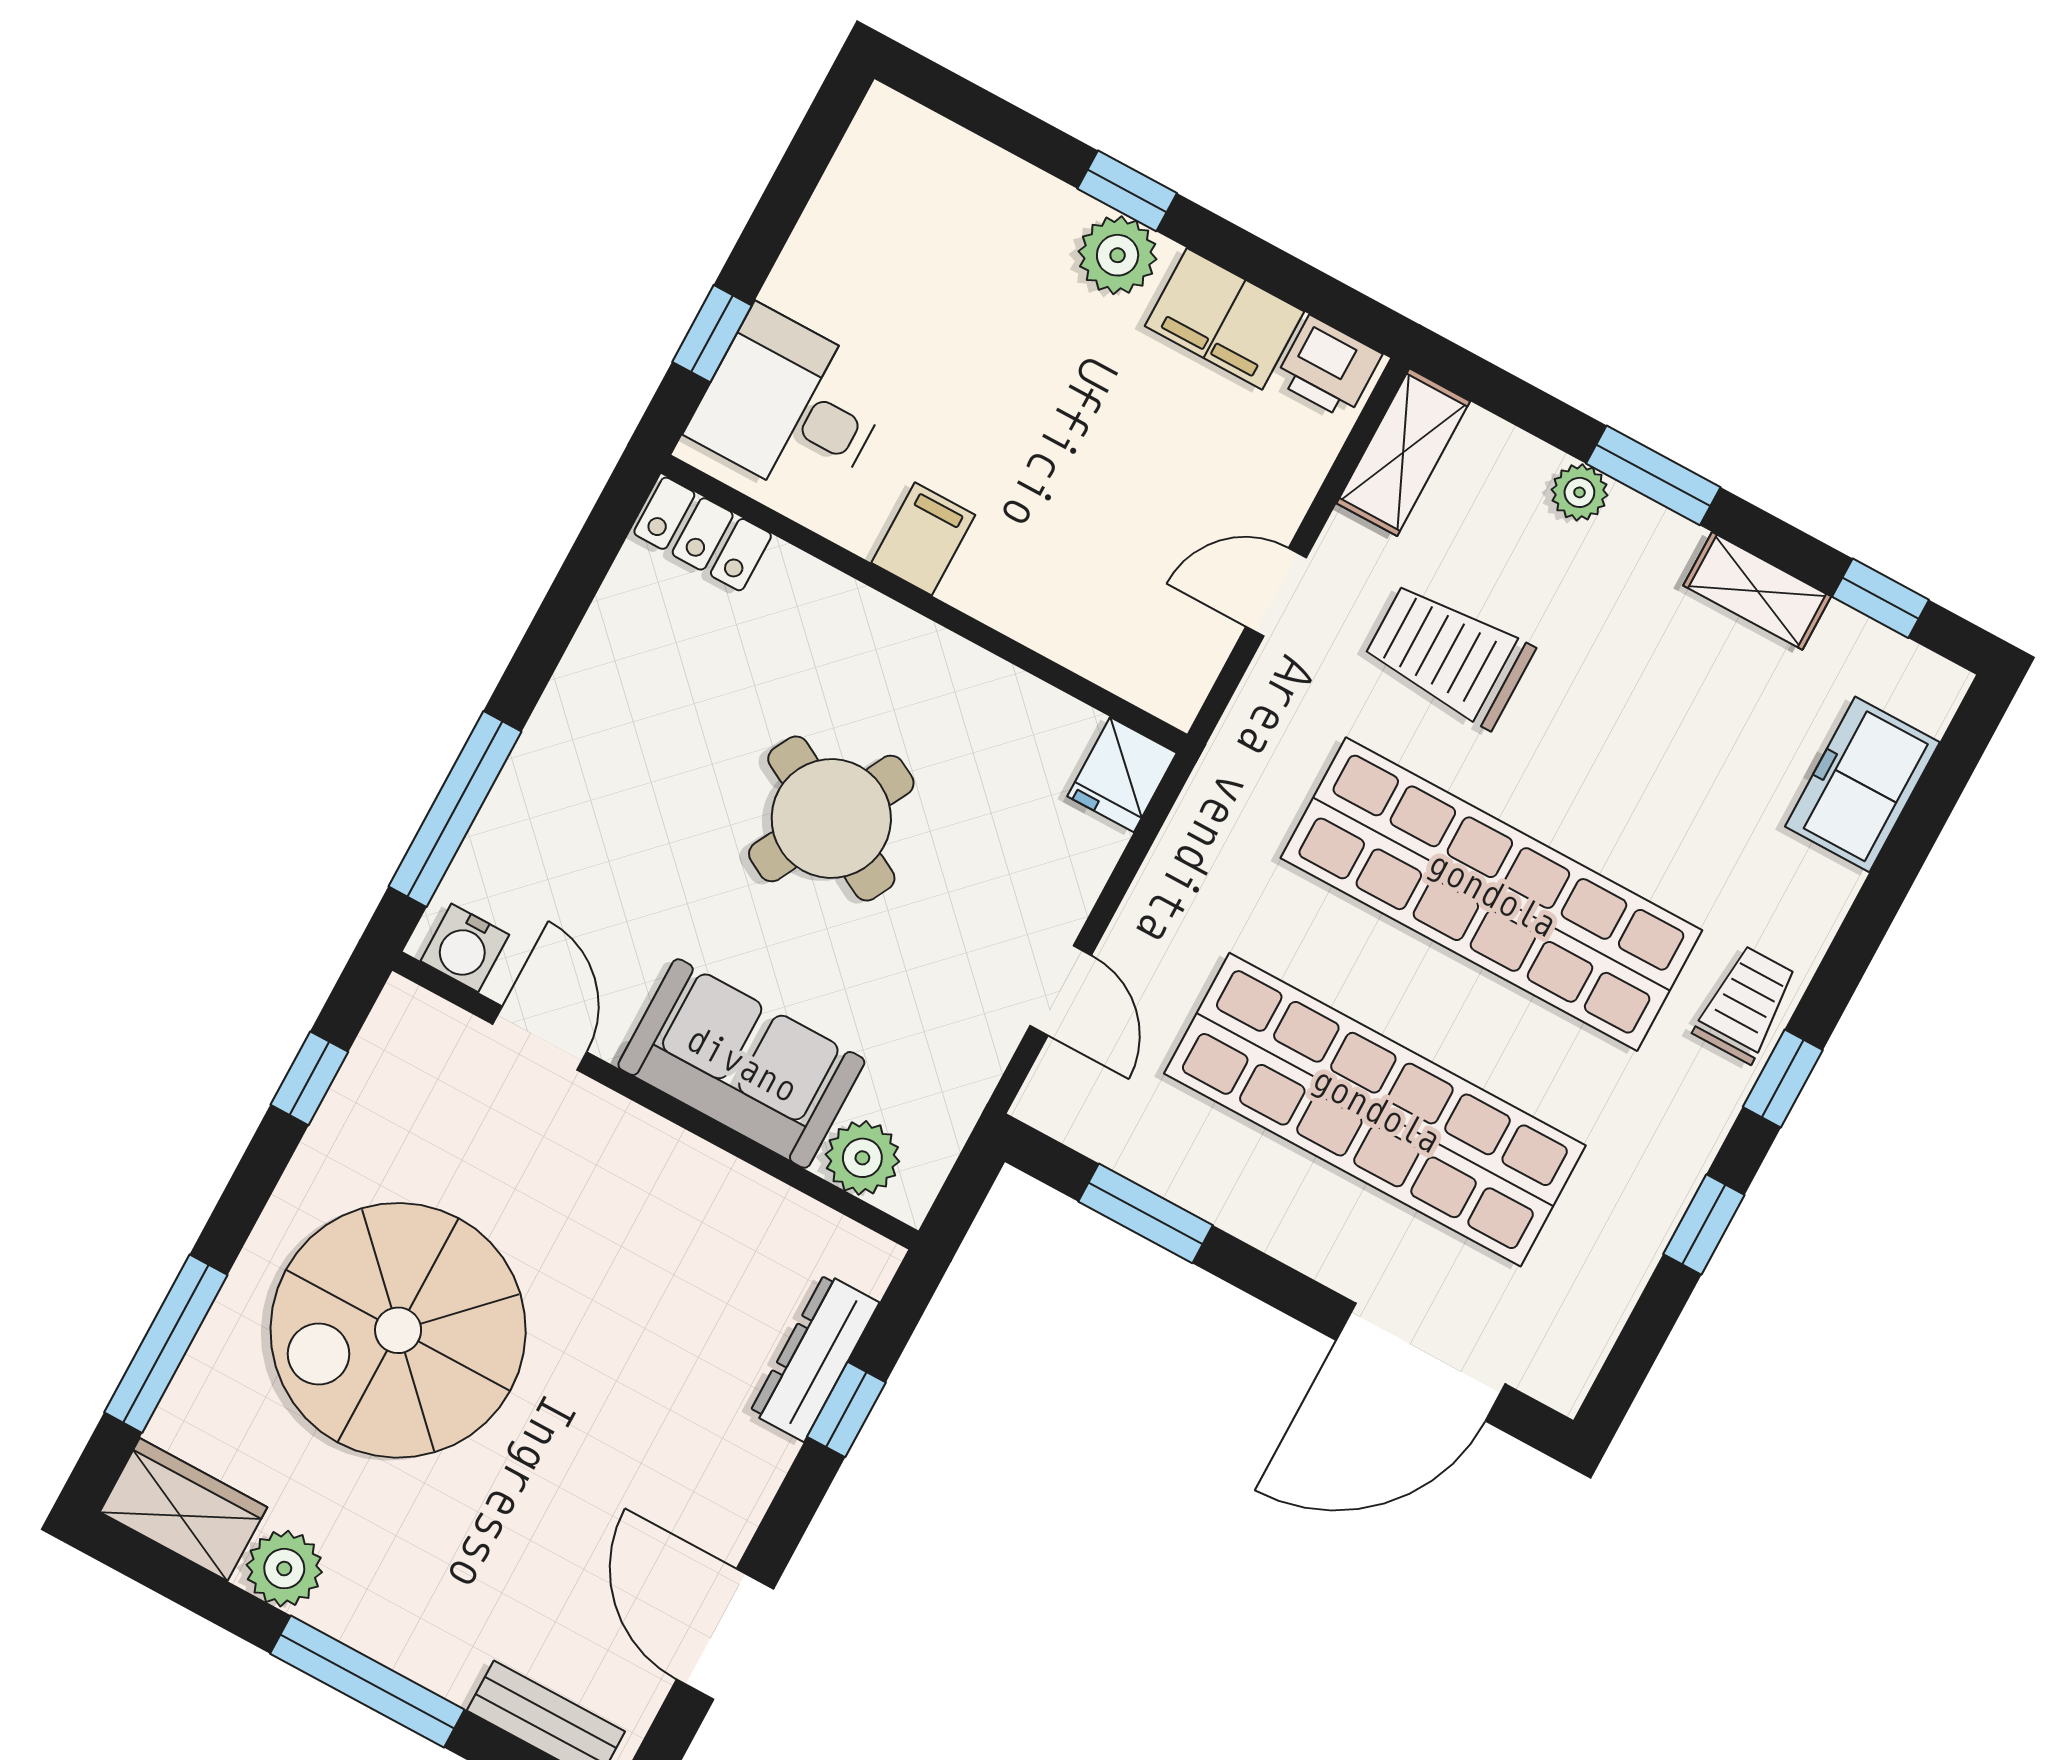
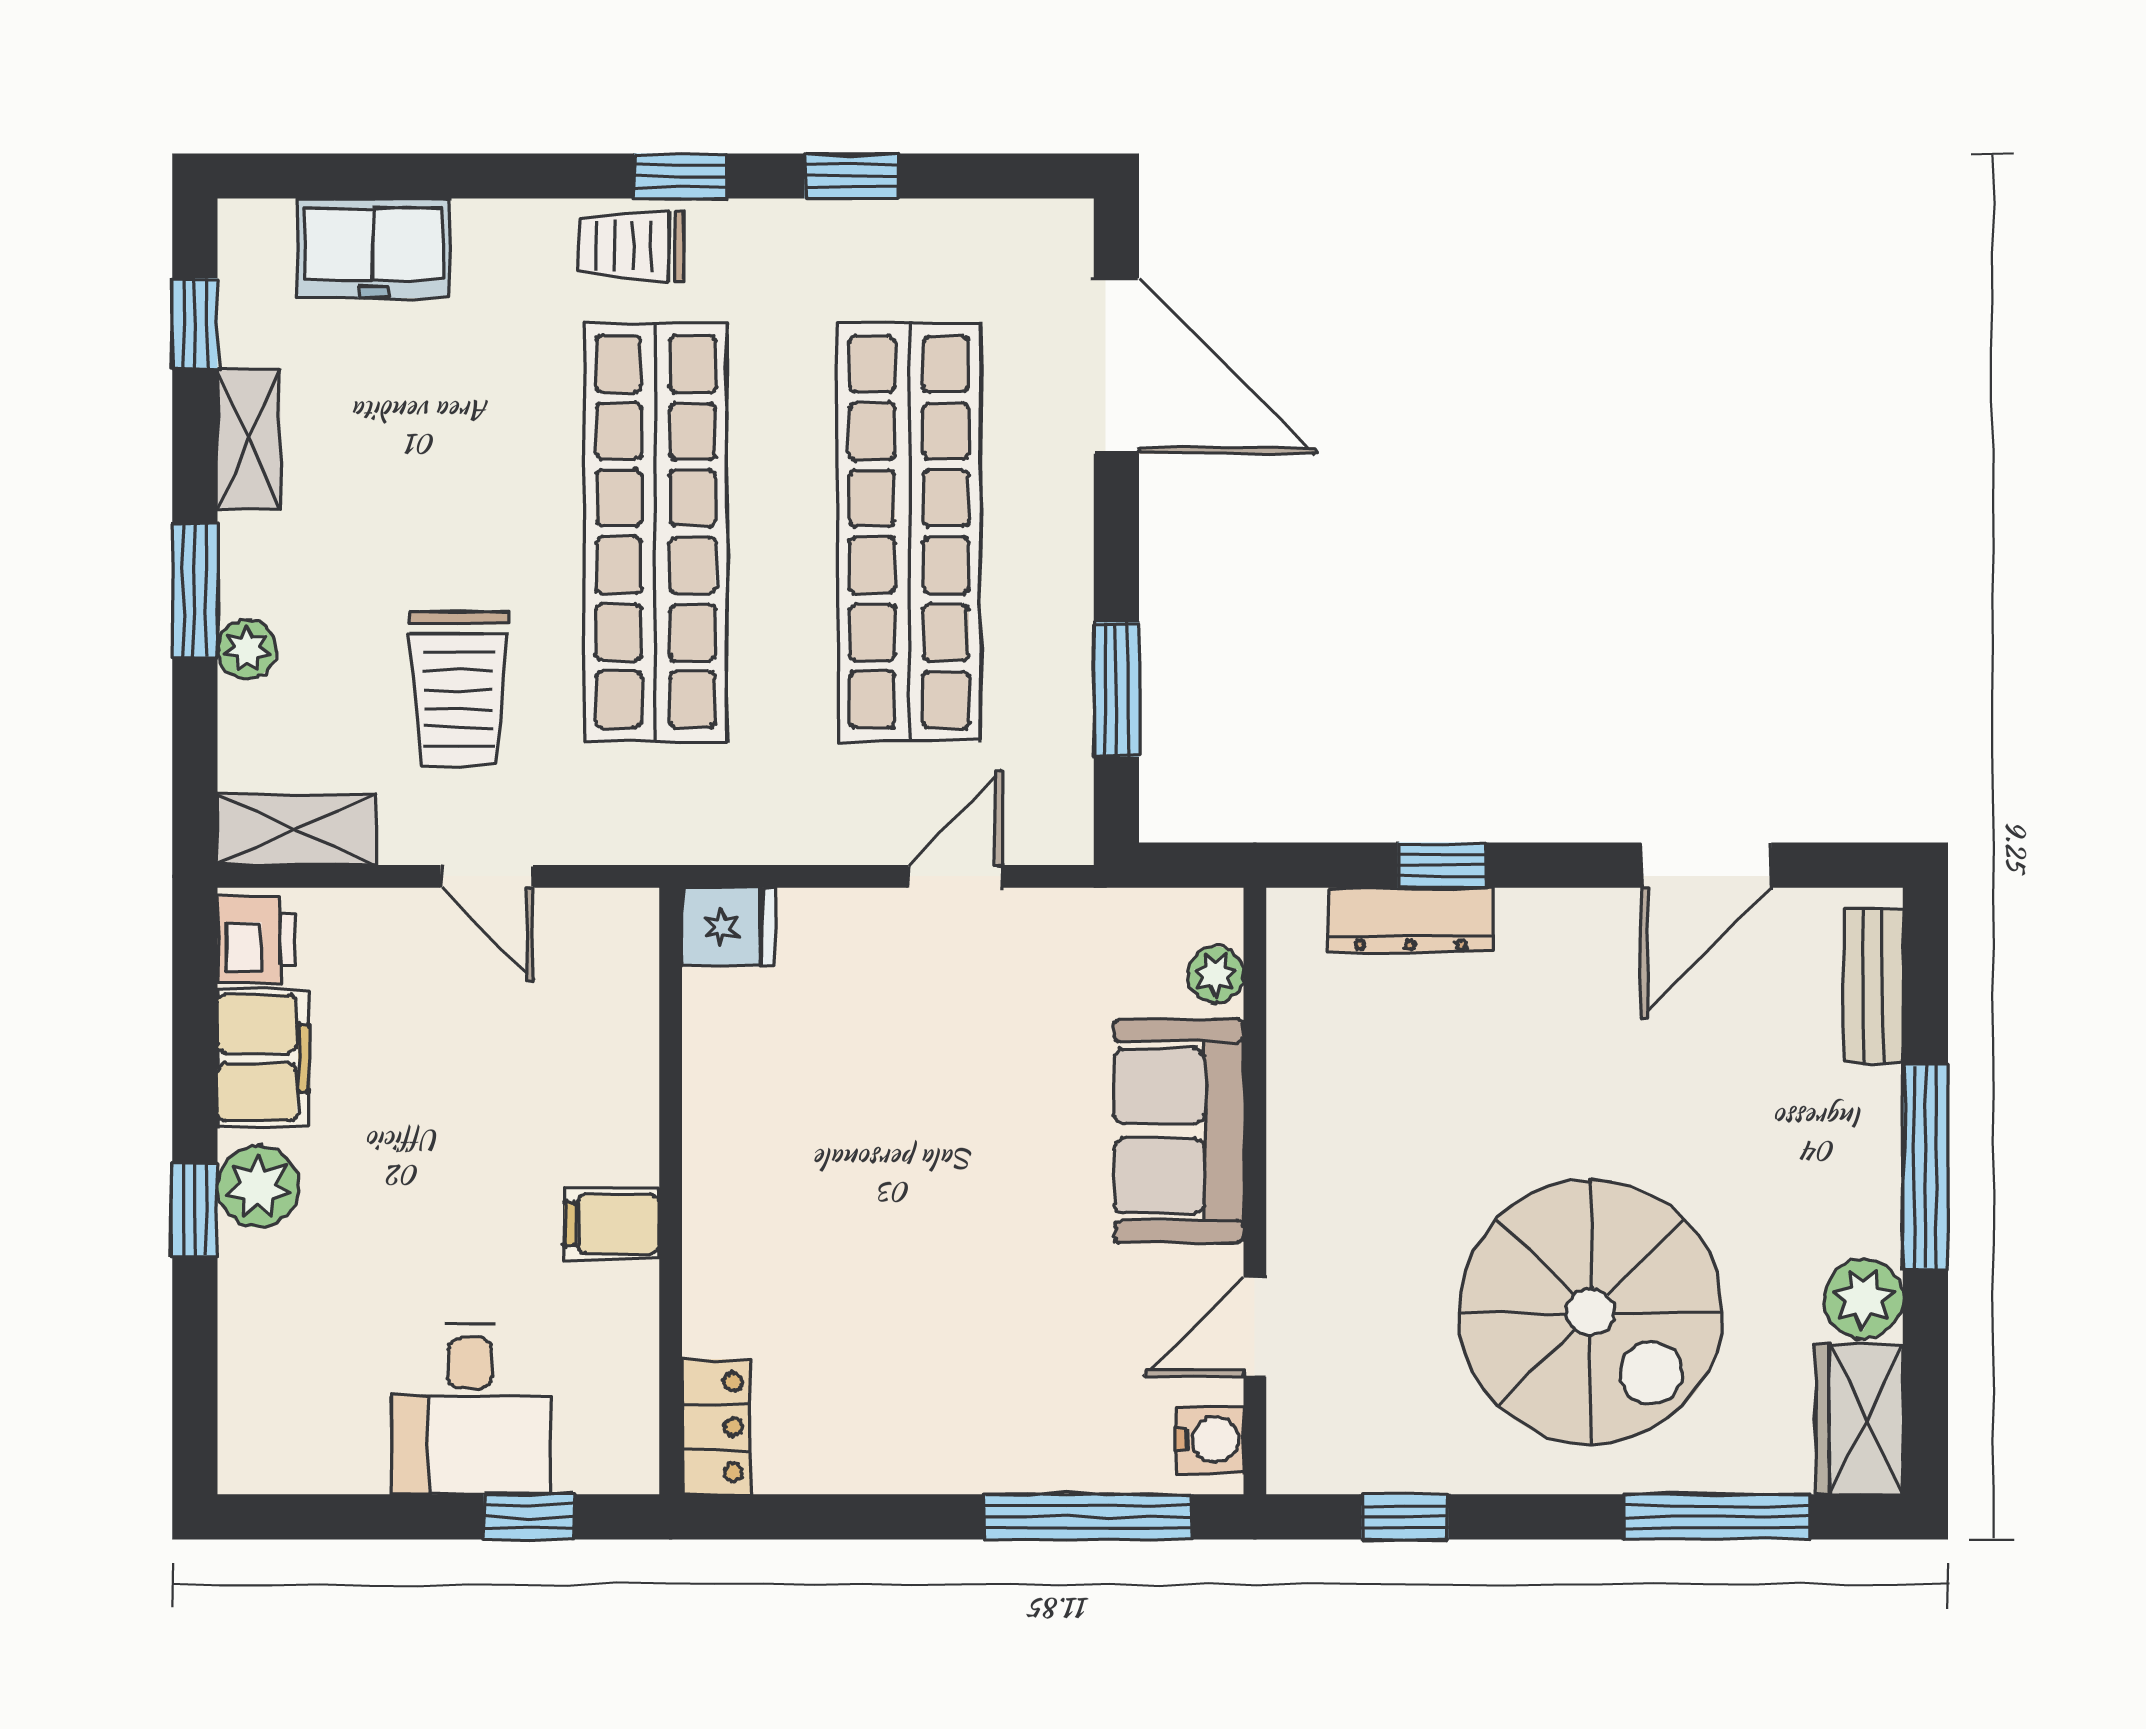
desk: (791, 407) -> (470, 1409), moved
round table: (831, 818) -> (912, 1170), removed
plant: (862, 1158) -> (1216, 975), width x0.73, depth x0.73

